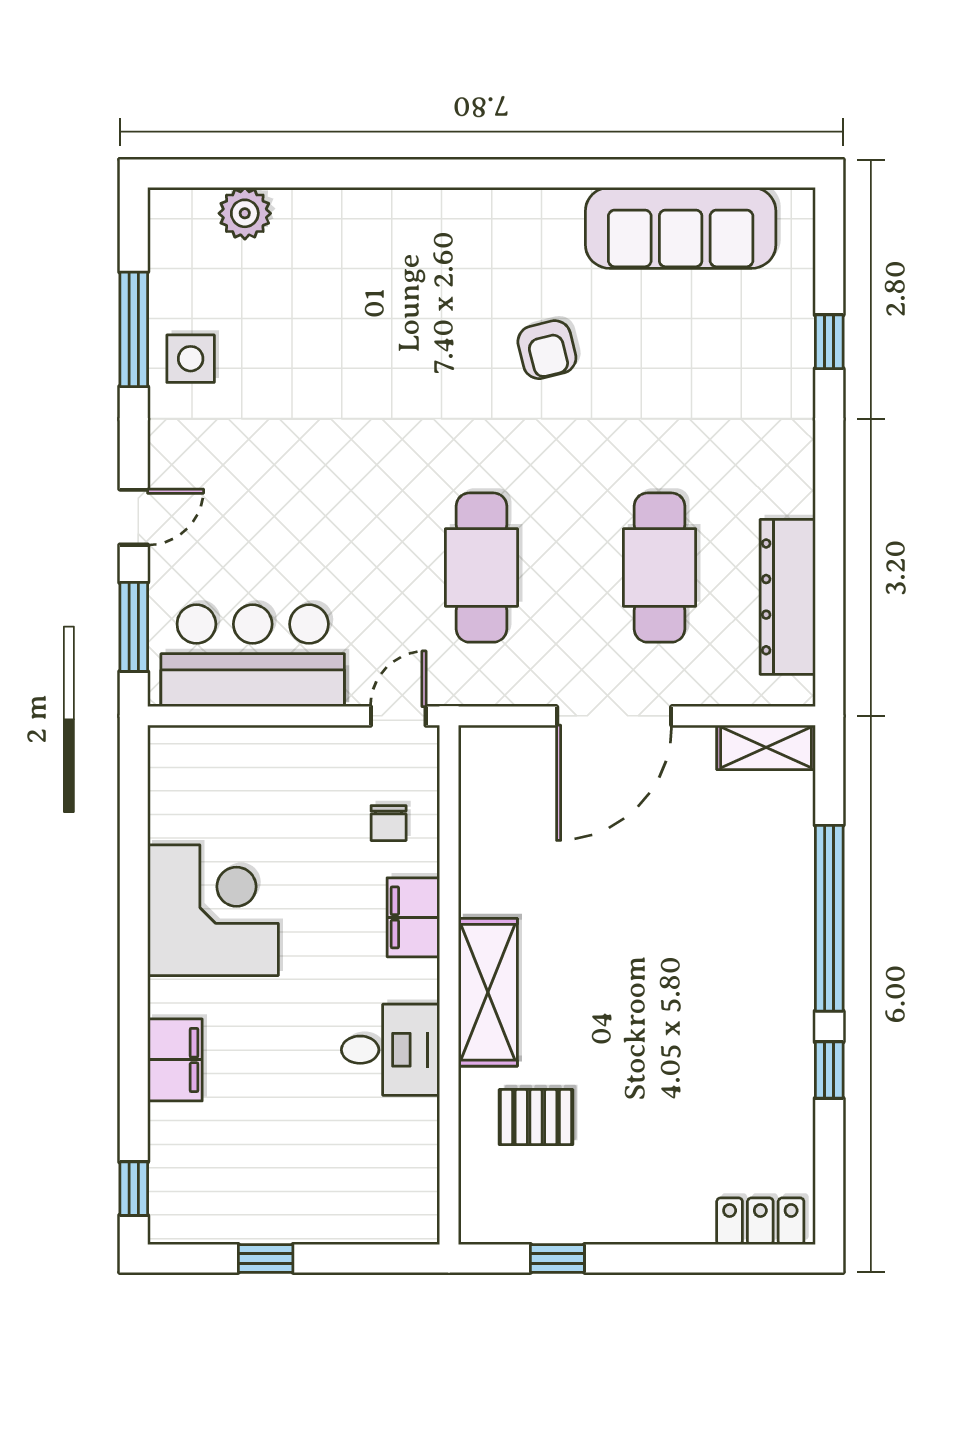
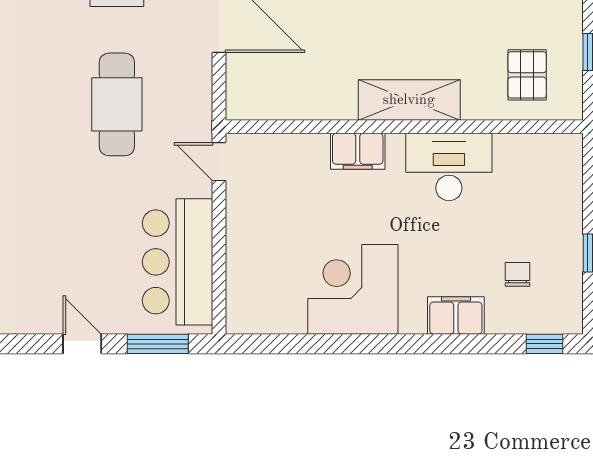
cafe table: (481, 568) -> (117, 104), turned 90
chair: (389, 823) -> (518, 274), moved, turned -90
desk: (391, 1050) -> (449, 167), width x1.37
pallet: (536, 1117) -> (527, 75), moved

